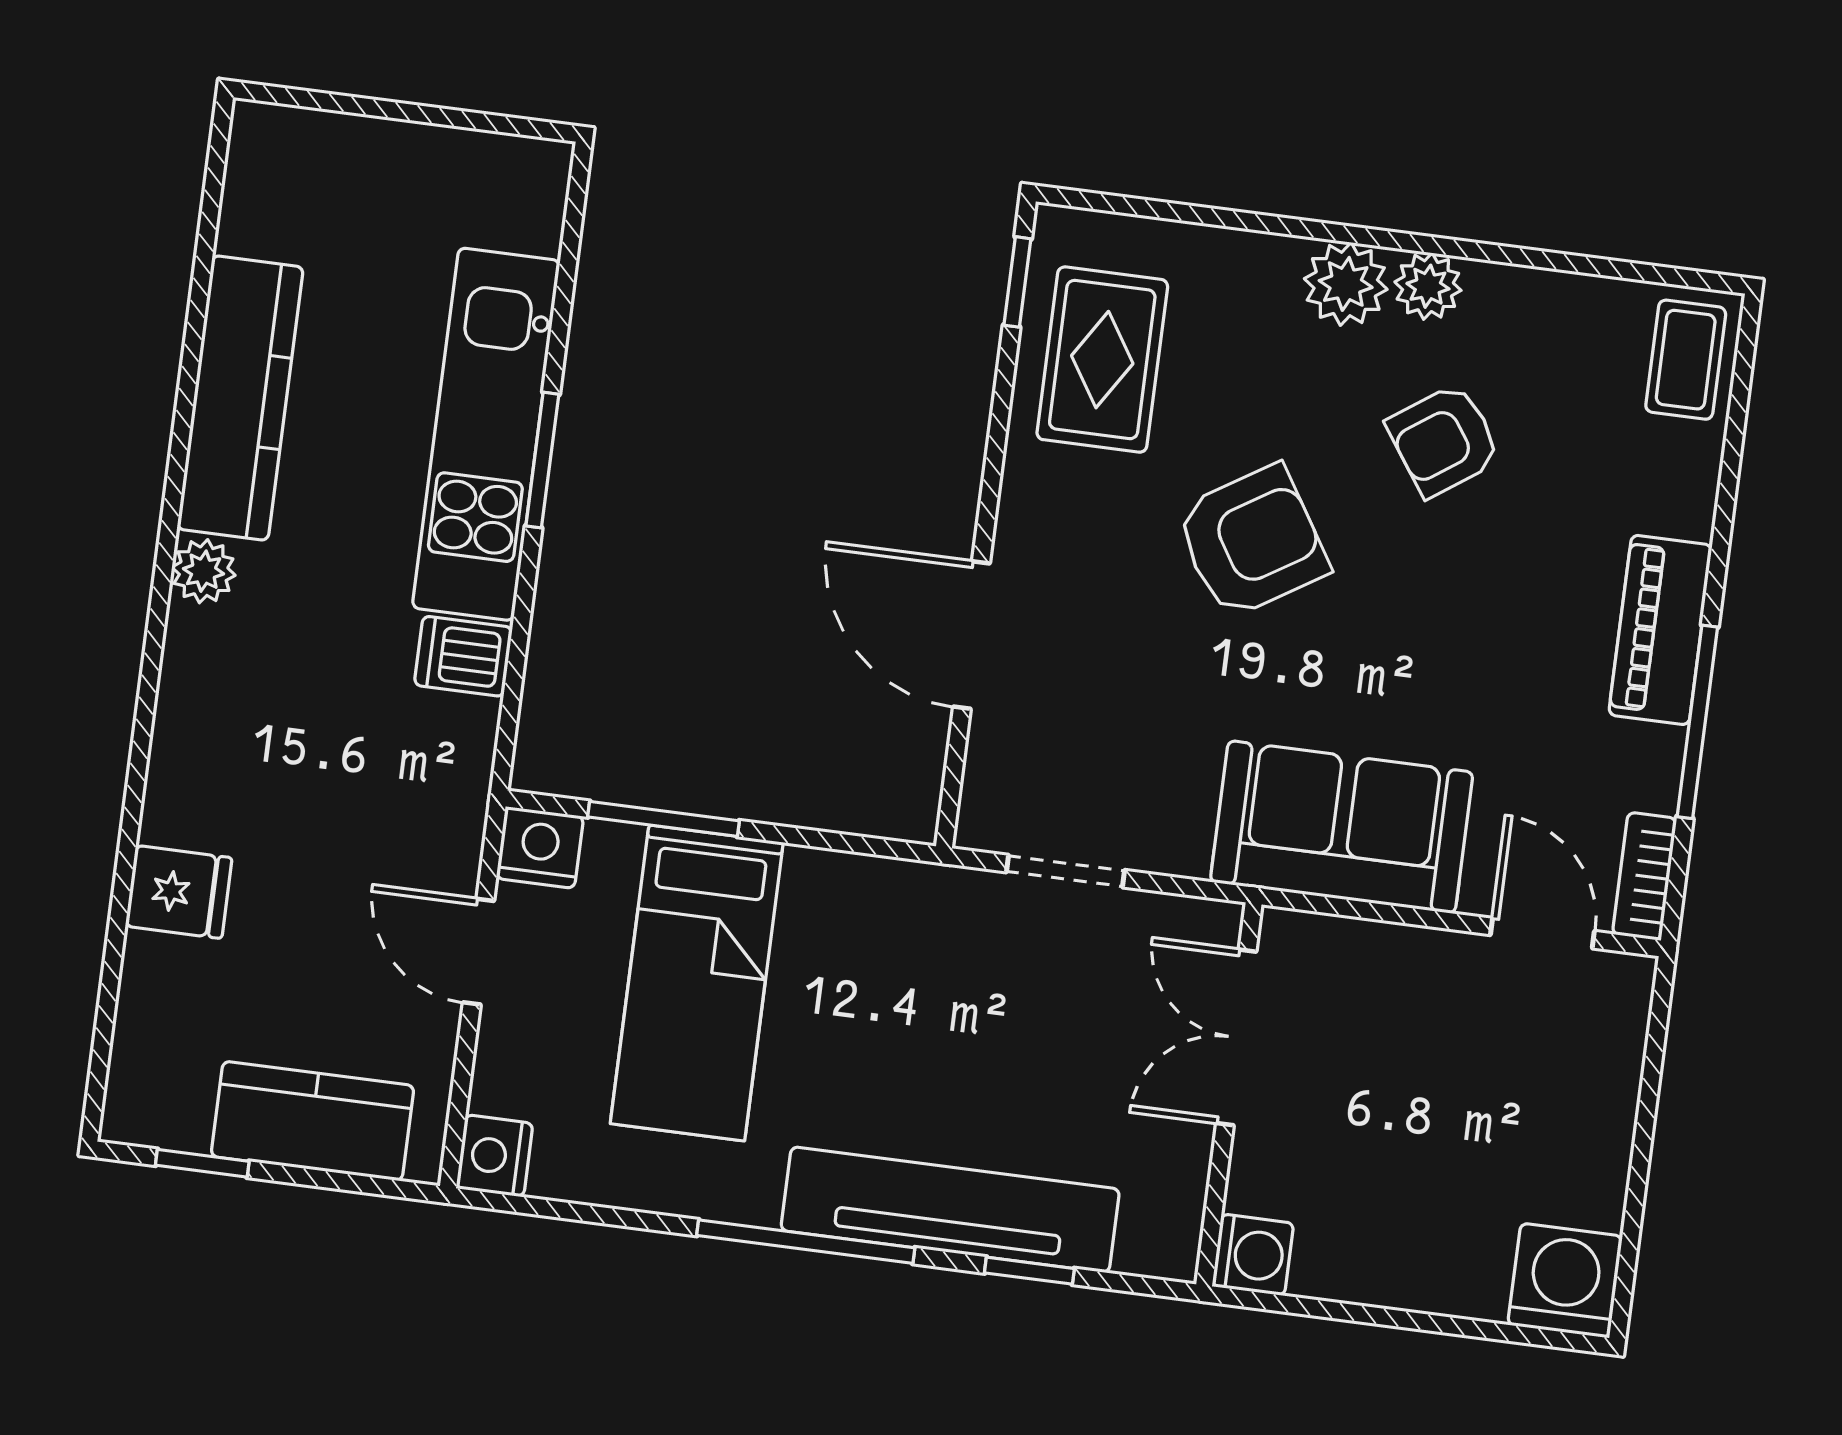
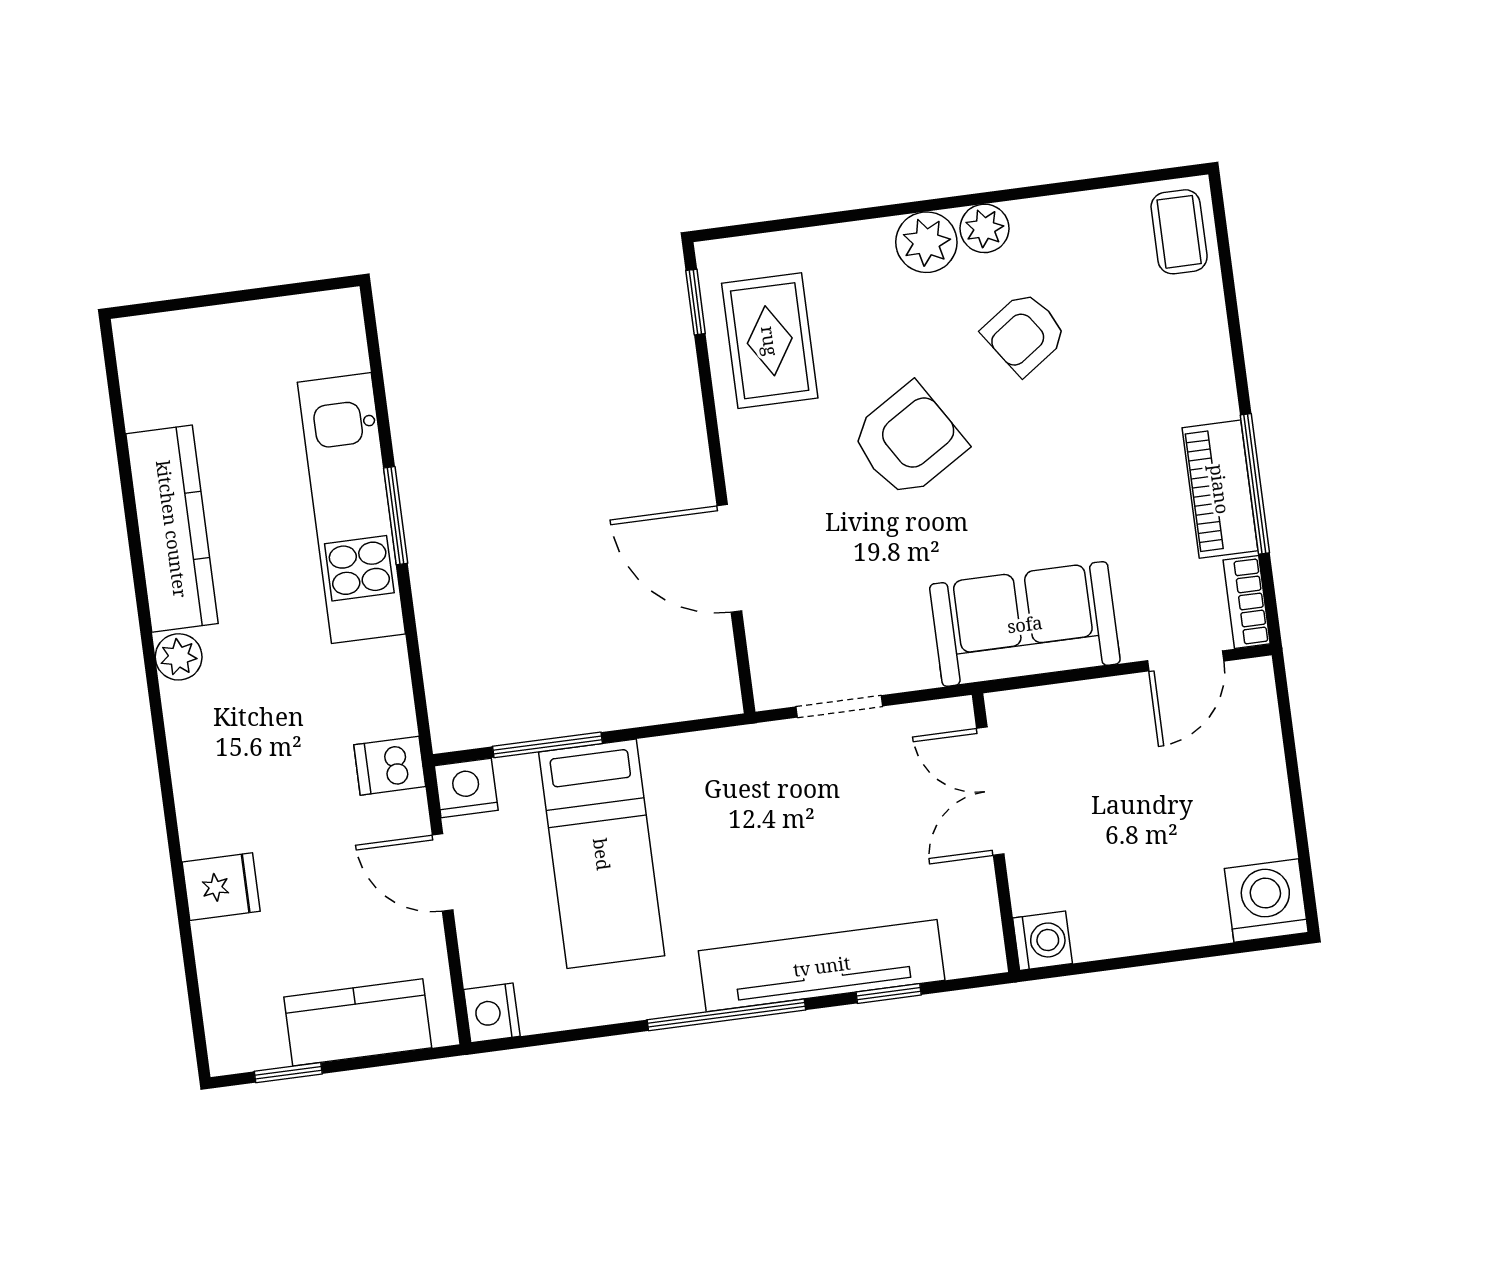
piano: (1660, 630) -> (1220, 489), moved
dishwasher: (463, 656) -> (390, 766), moved
door: (1542, 933) -> (1186, 661), swing flipped

